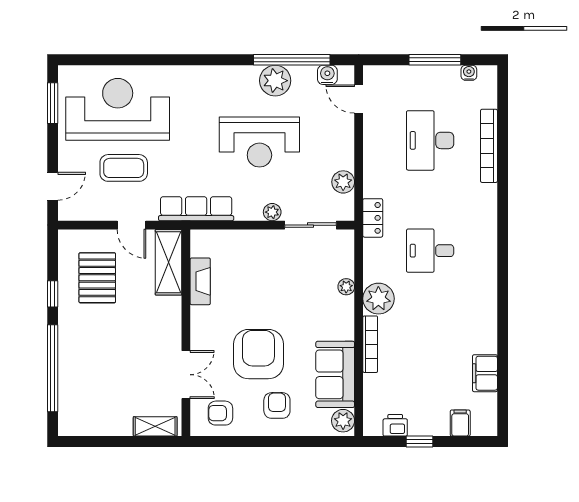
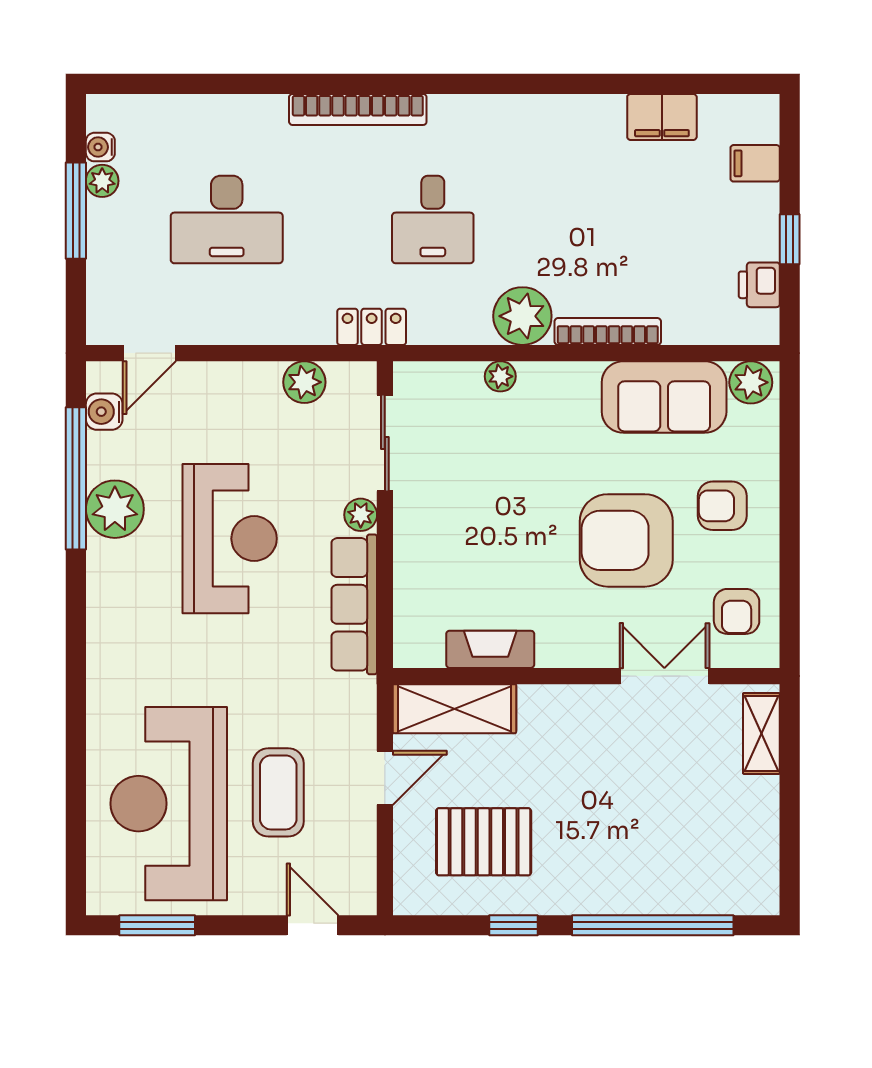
plant: (451, 74) -> (102, 181), added
bookcase: (489, 146) -> (358, 109), moved
row of seats: (196, 209) -> (354, 604), moved

